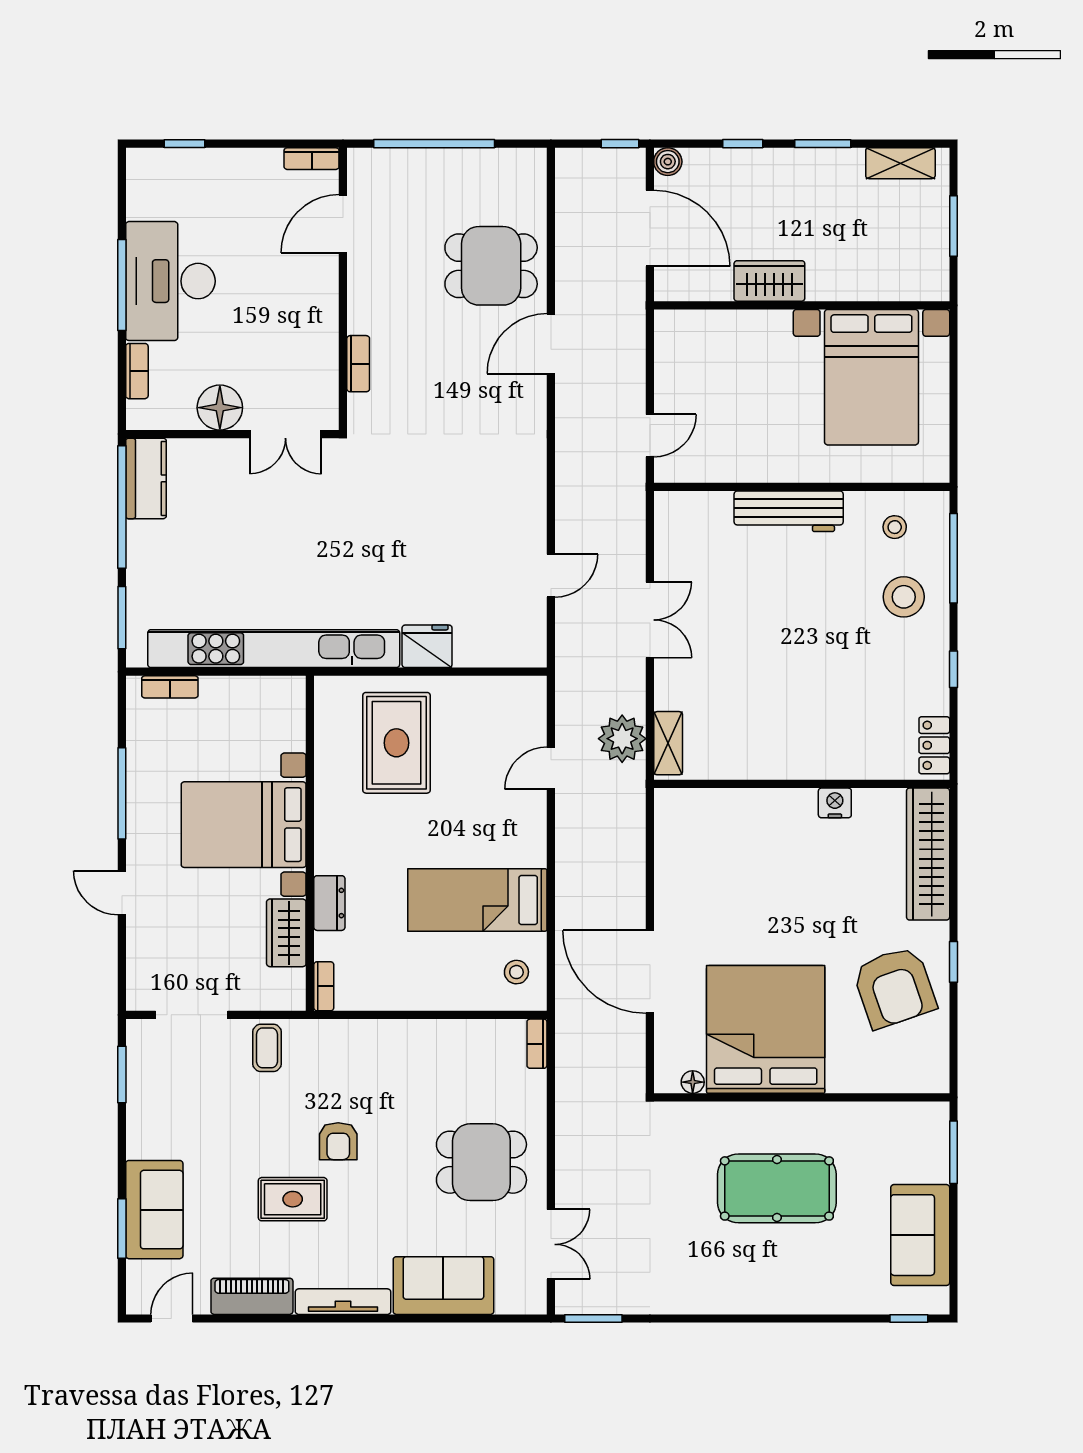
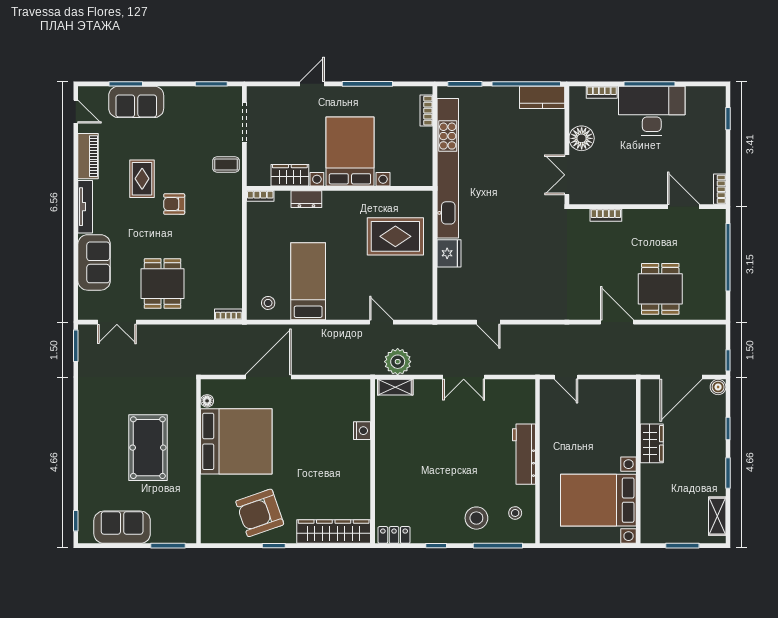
nightstand: (835, 803) -> (362, 431), moved

